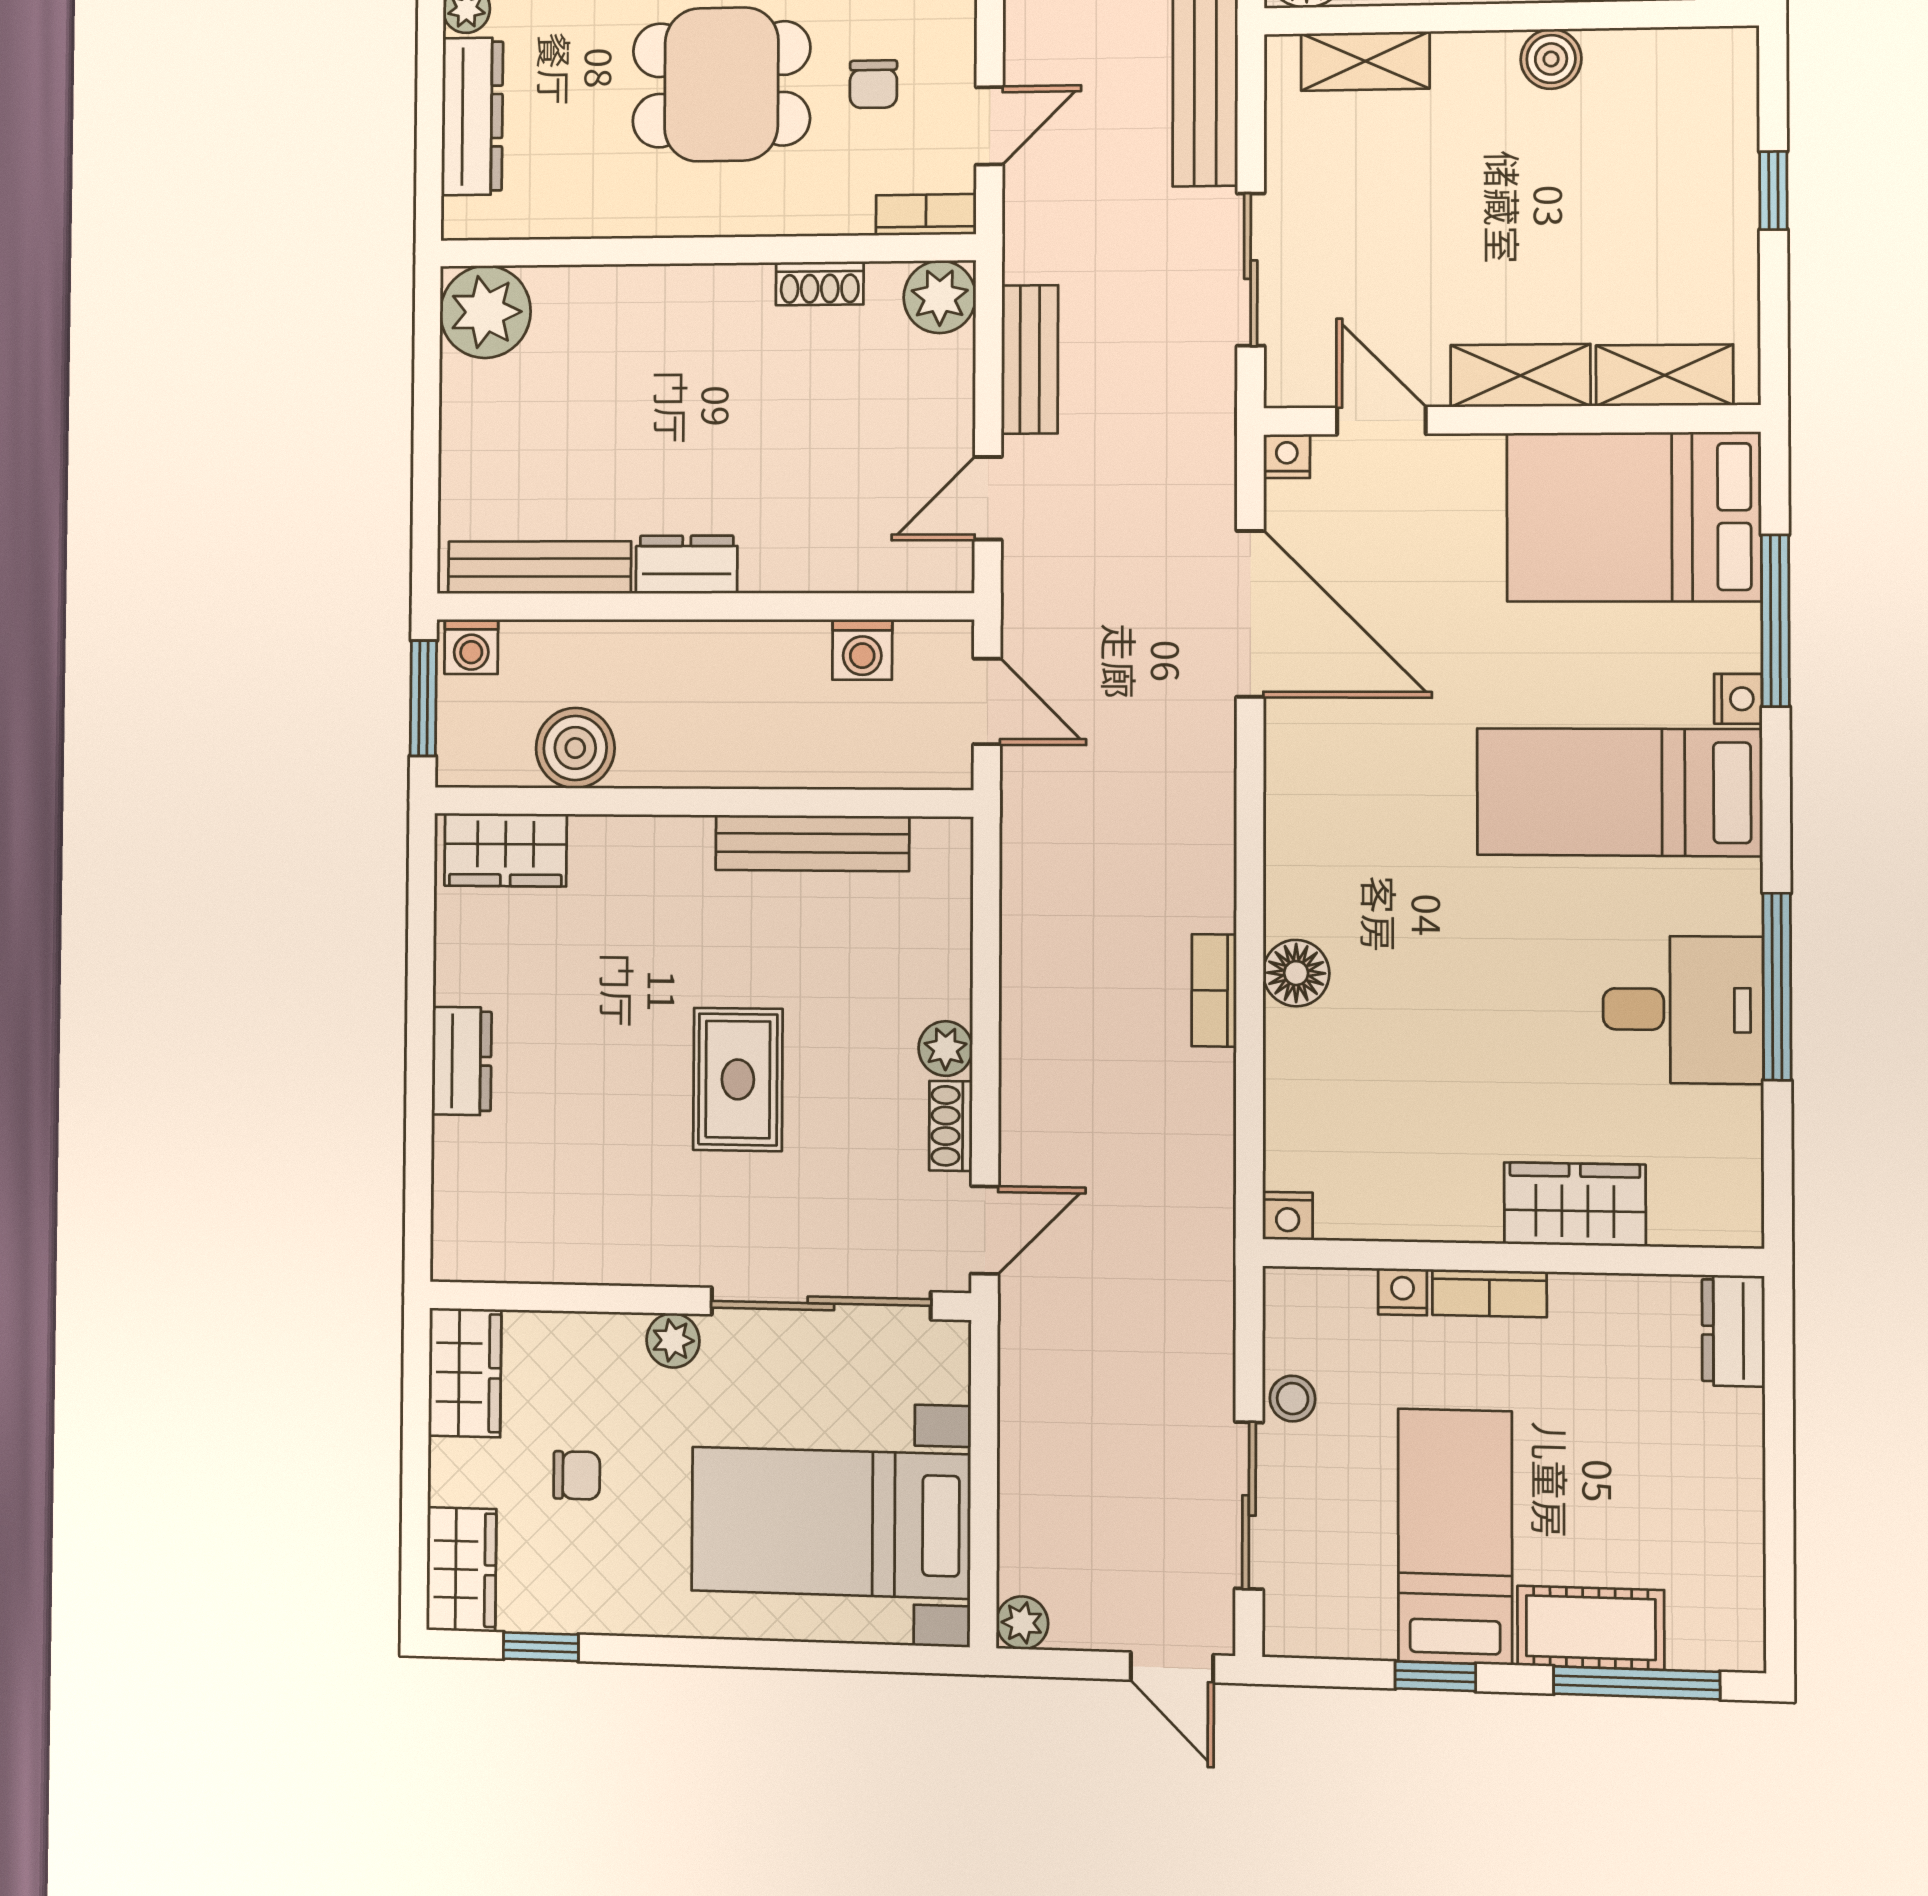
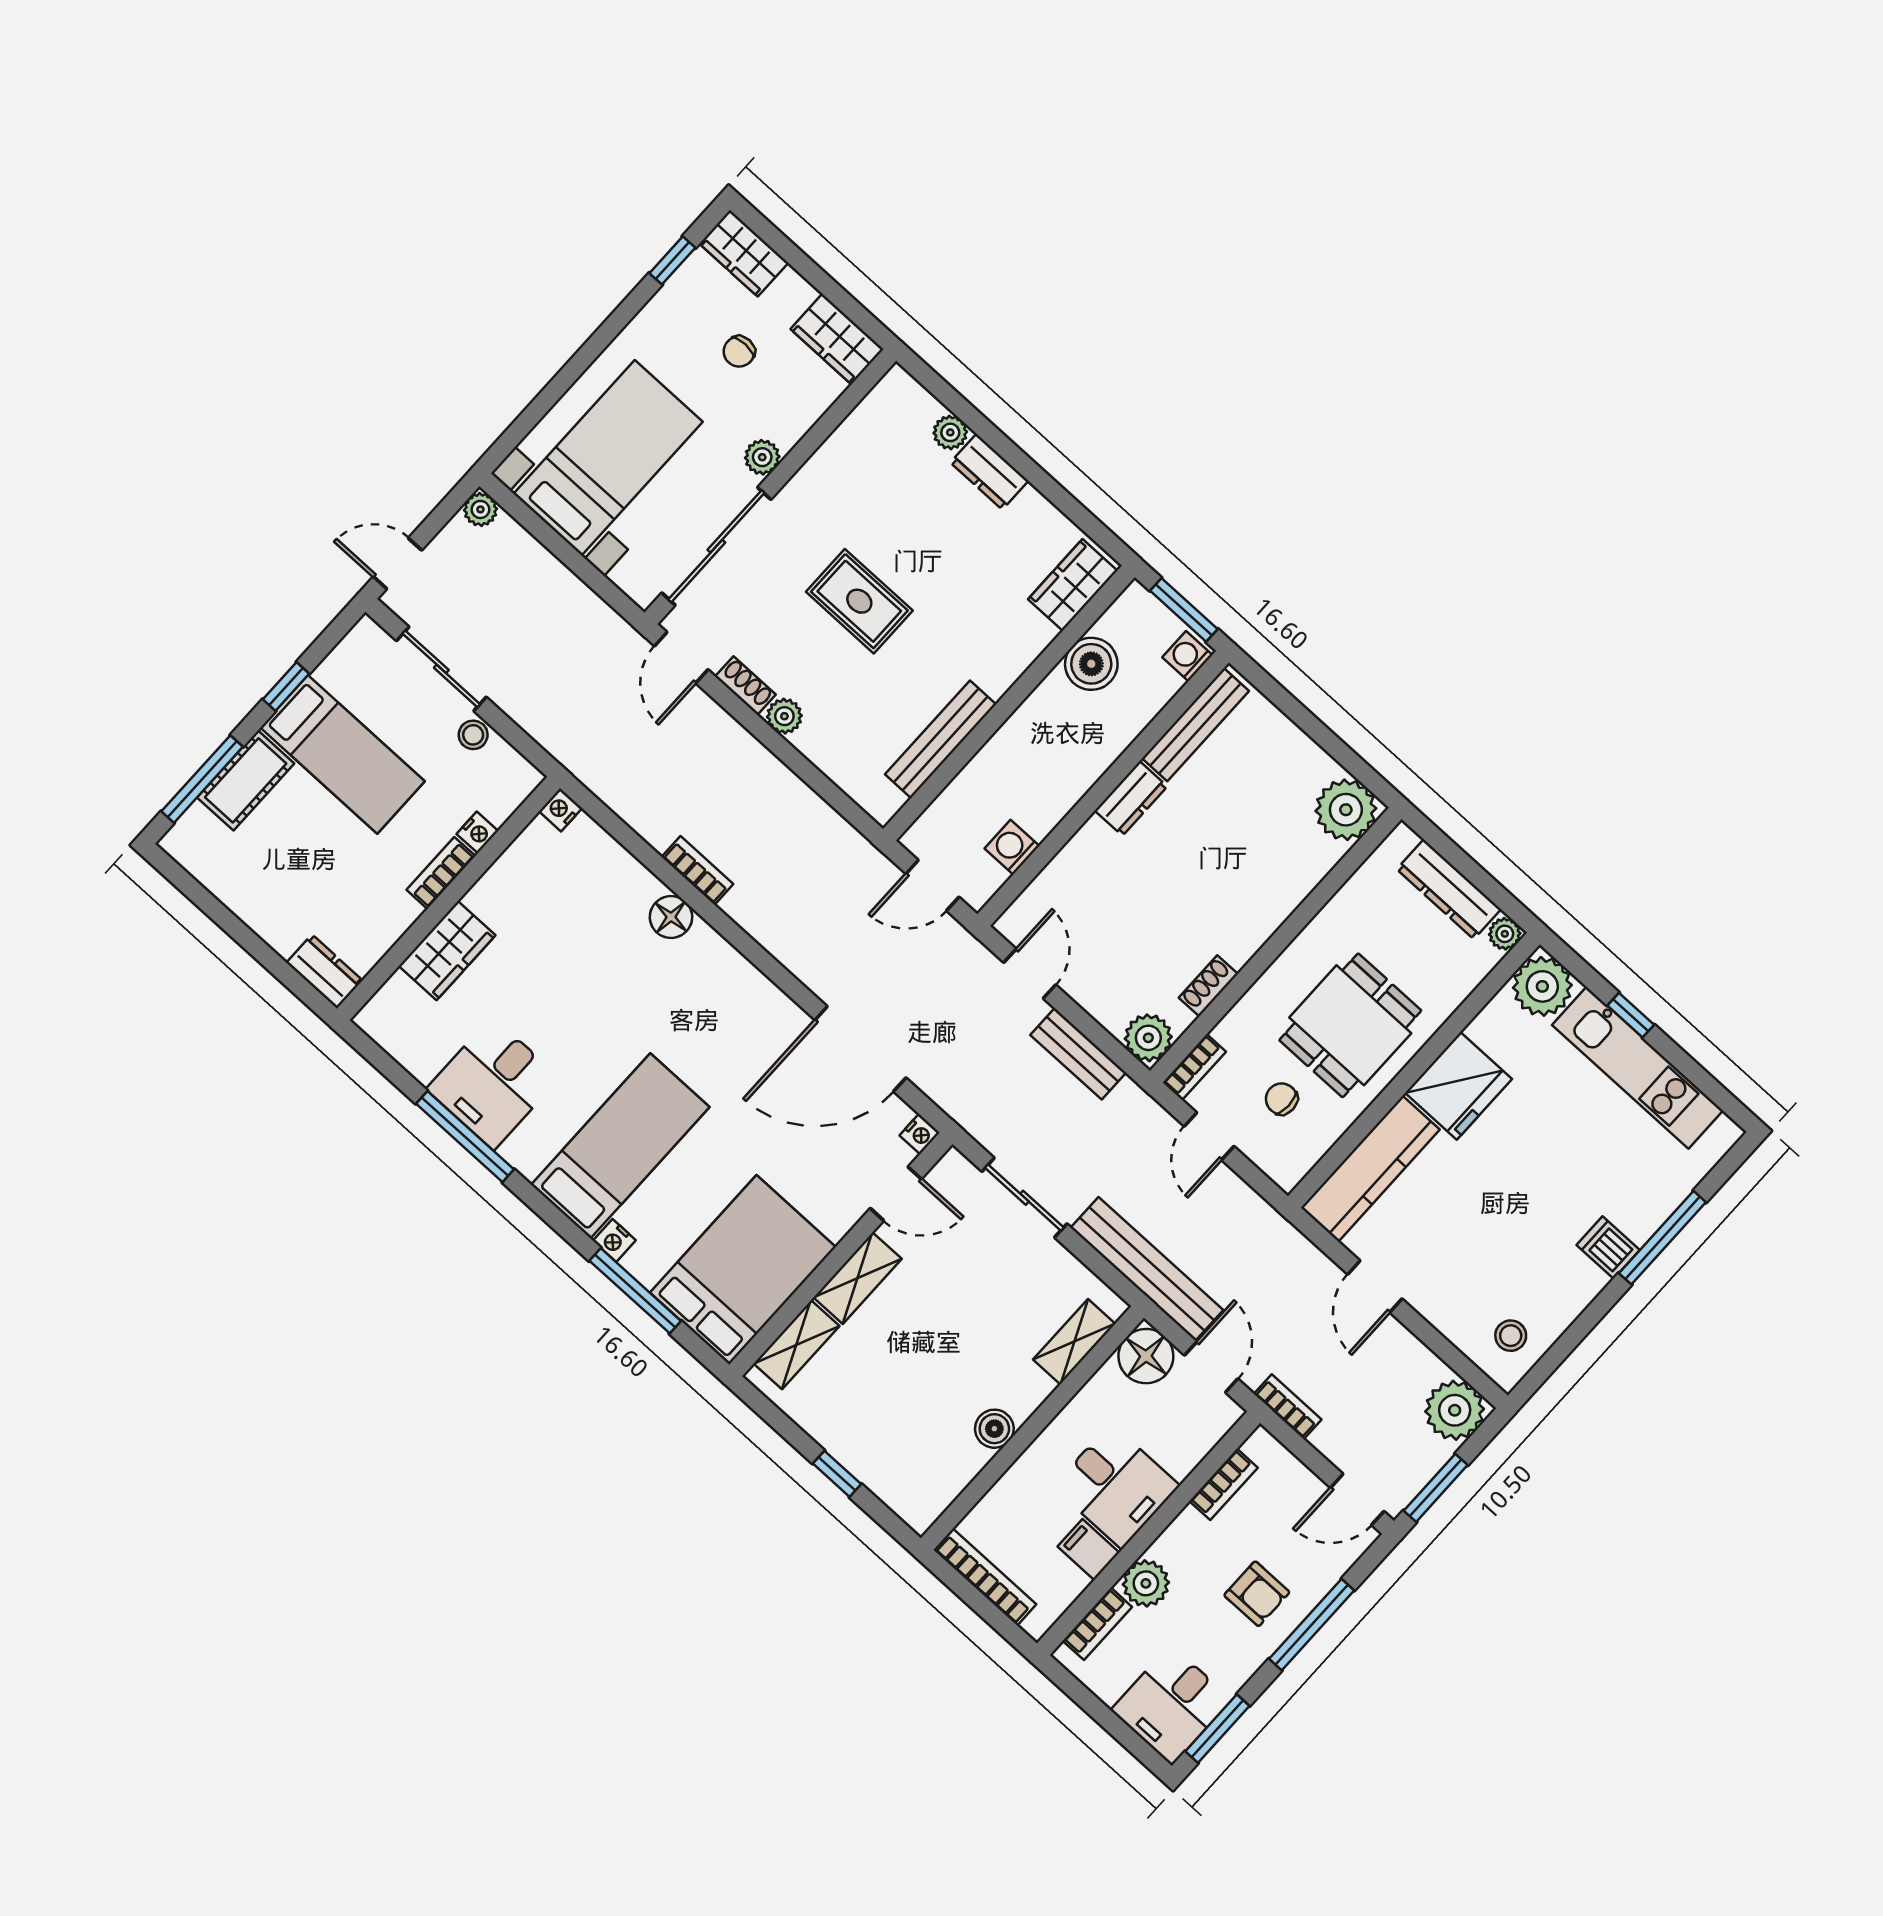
plant: (457, 1146) -> (950, 432), added

